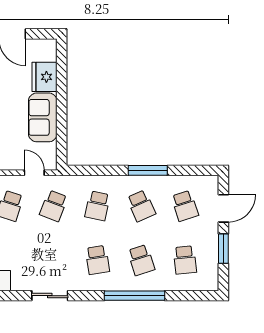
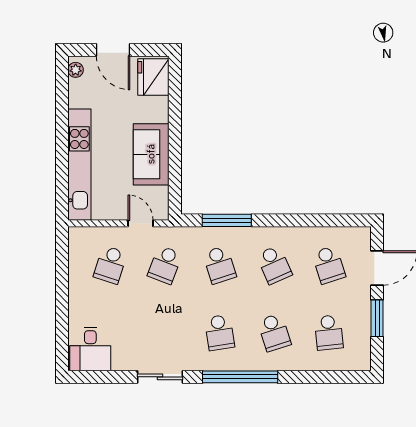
fridge: (45, 77) -> (153, 77), moved
window: (148, 170) -> (227, 220), moved
school desk: (97, 206) -> (220, 265), turned -30
window: (135, 296) -> (240, 377), moved

